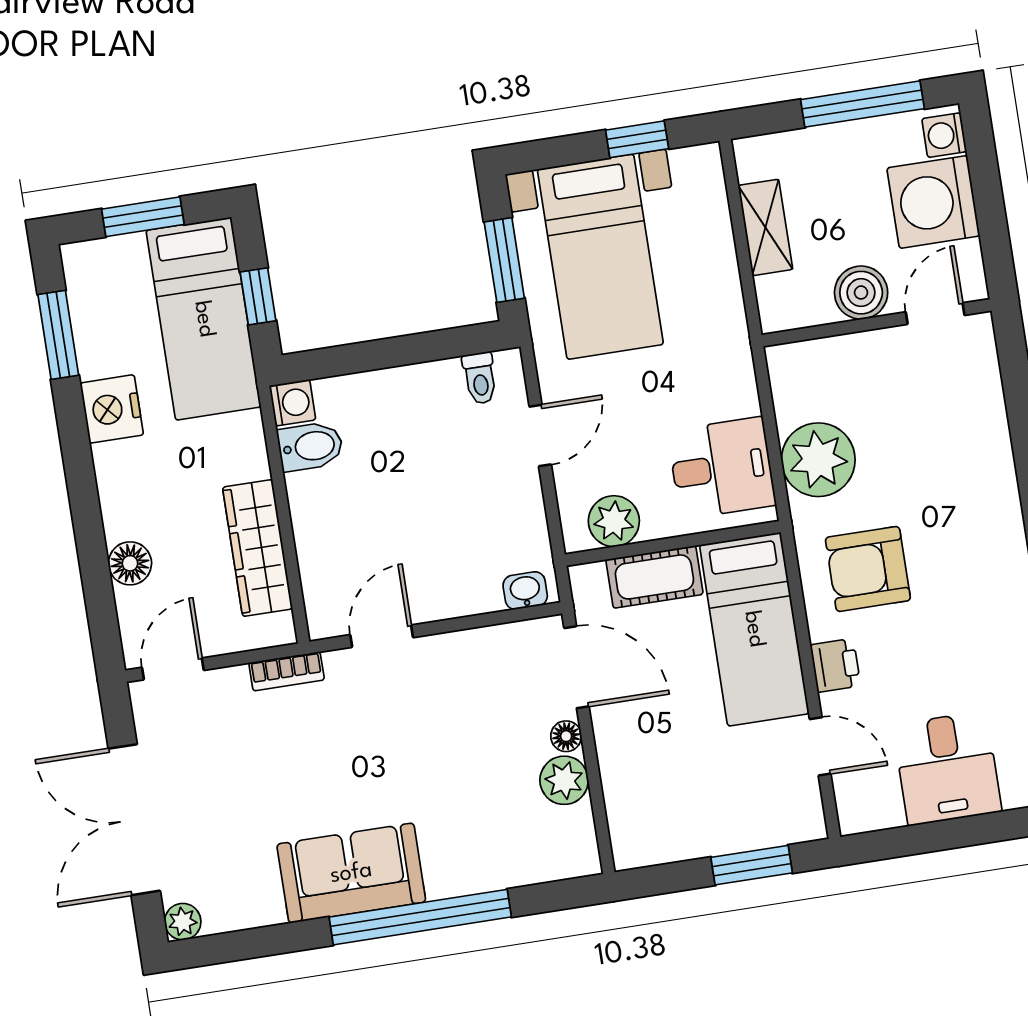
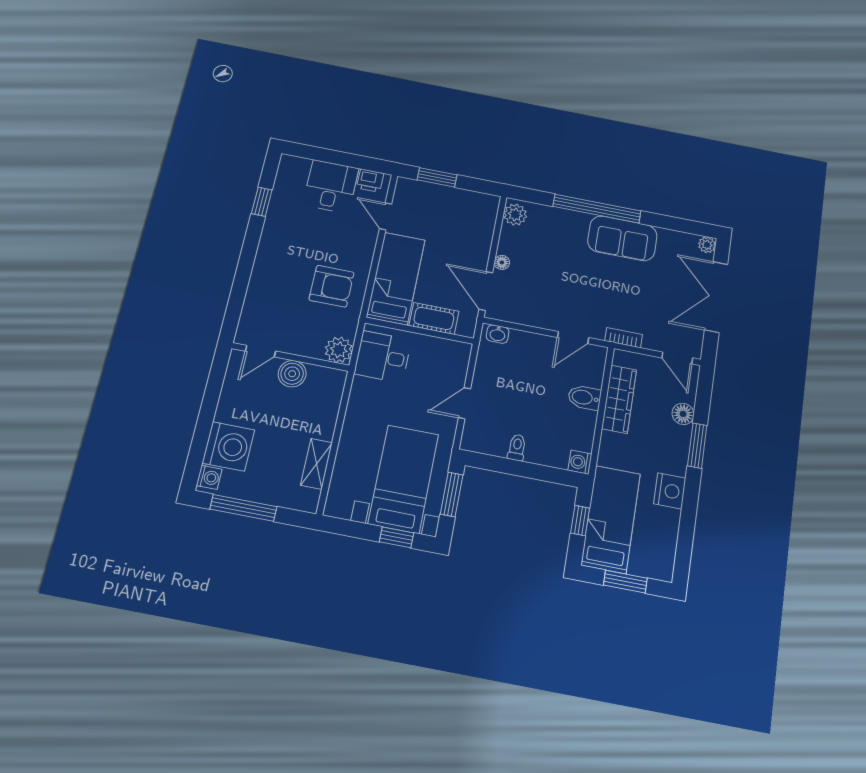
window: (637, 139) -> (397, 537), moved
boiler: (861, 293) -> (292, 374), moved
door: (935, 314) -> (261, 351), moved
wall: (877, 323) -> (290, 357), moved
window: (58, 335) -> (697, 446), moved
toilet: (480, 378) -> (517, 448), moved
bidet: (310, 446) -> (584, 398), moved
plant: (818, 460) -> (339, 350), width x0.73, depth x0.73
plant: (614, 521) -> (444, 351), removed
printer: (835, 665) -> (370, 181), moved, turned -90
door: (173, 669) -> (677, 358), hinge flipped
plant: (564, 780) -> (515, 215), moved
double door: (134, 820) -> (716, 297), swing flipped

